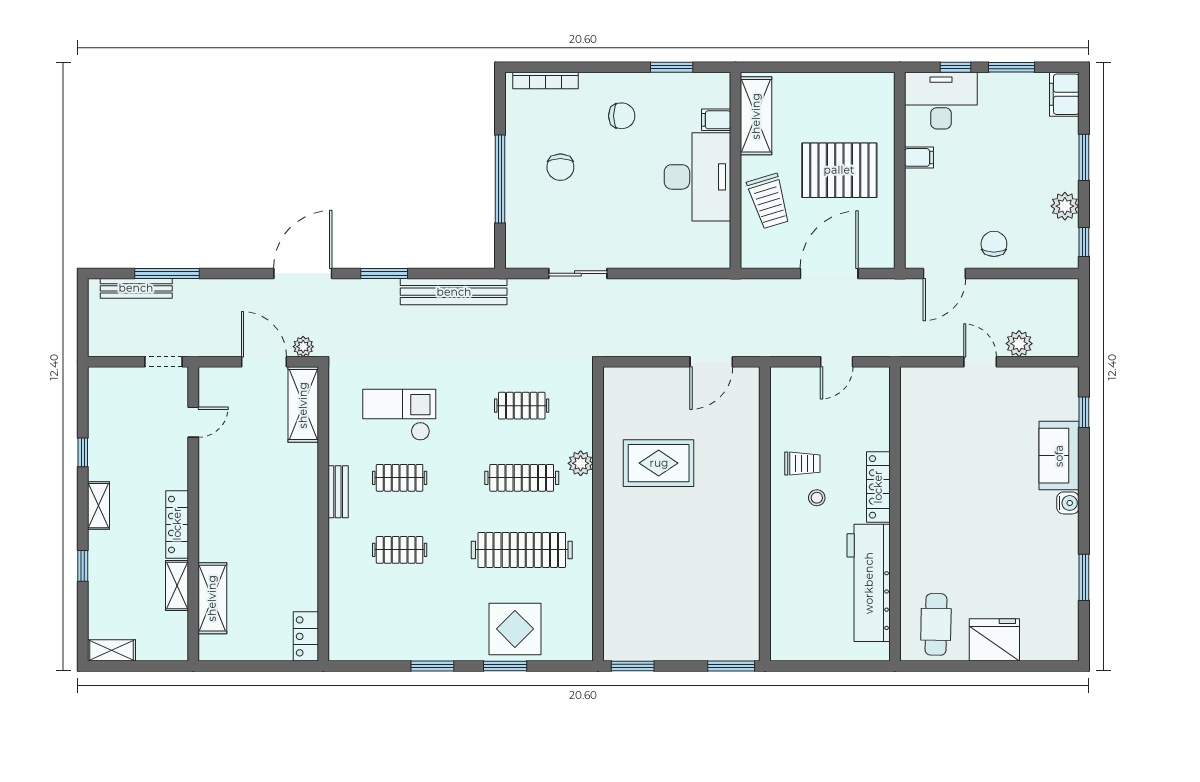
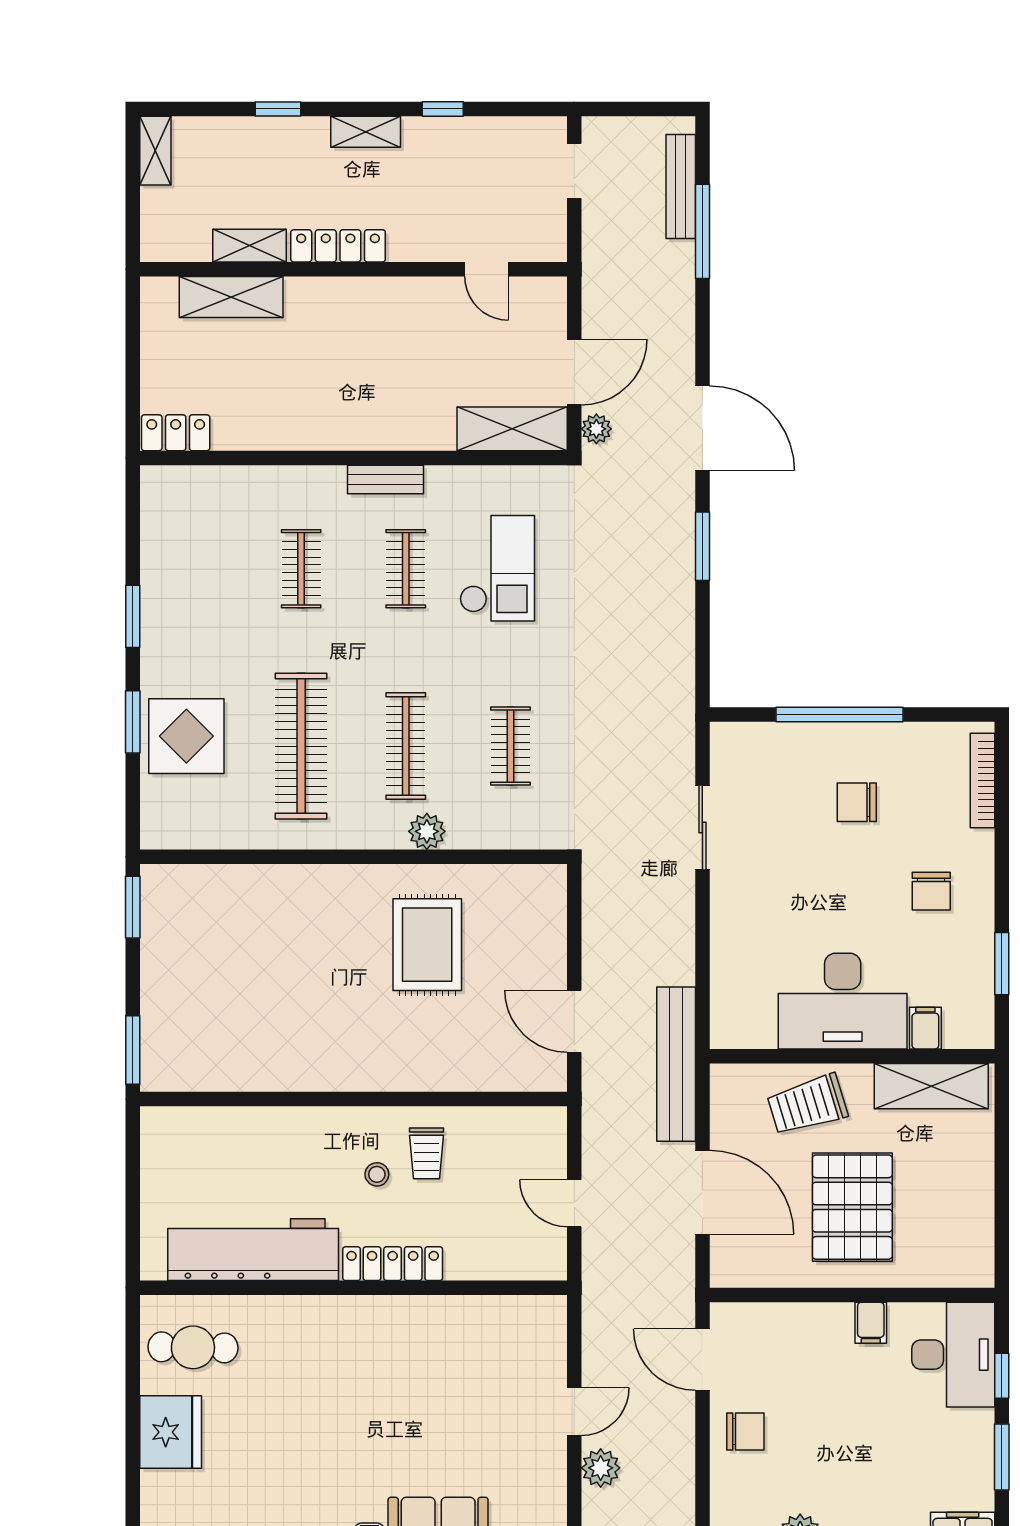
bench: (454, 292) -> (676, 1064), moved
doorway: (163, 362) -> (574, 171), moved

